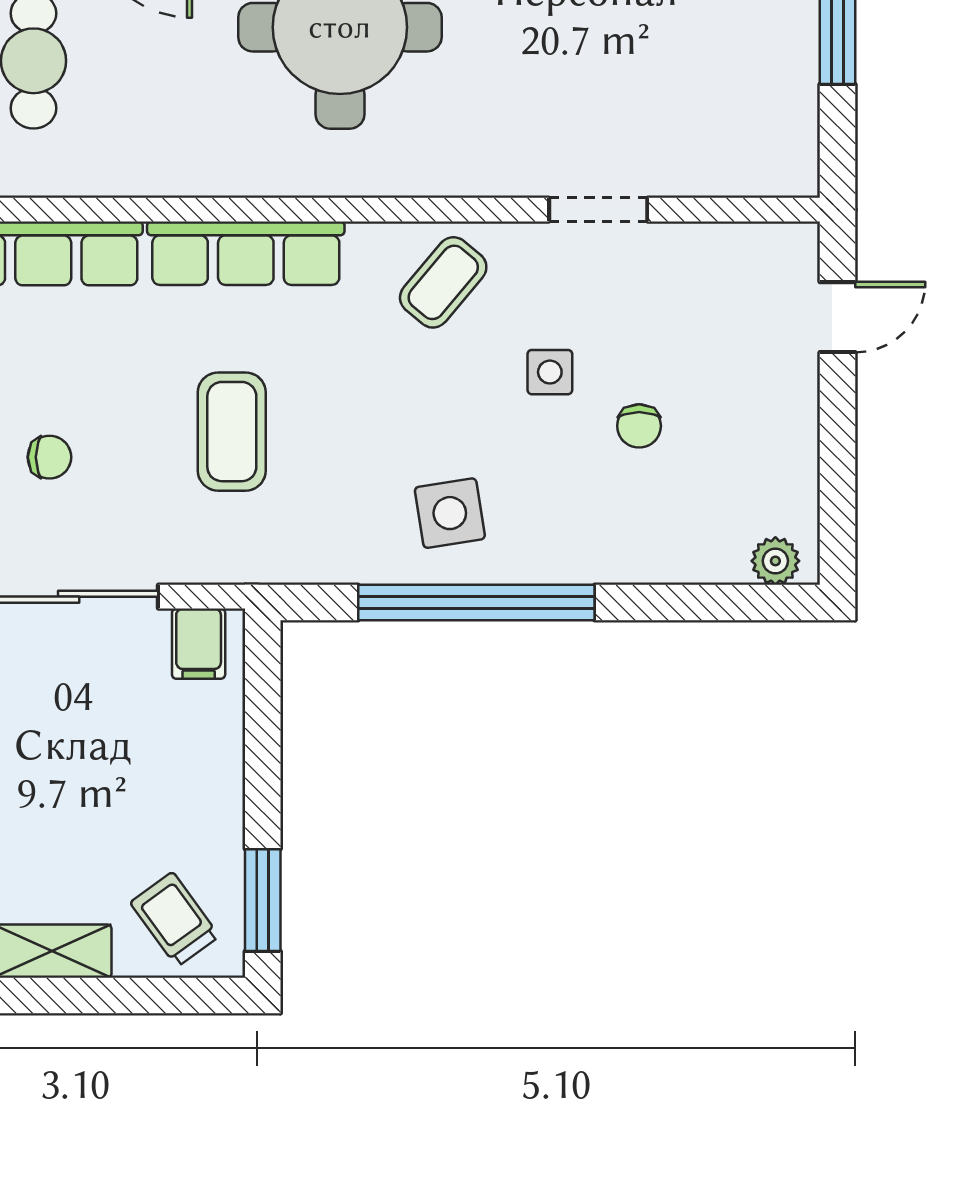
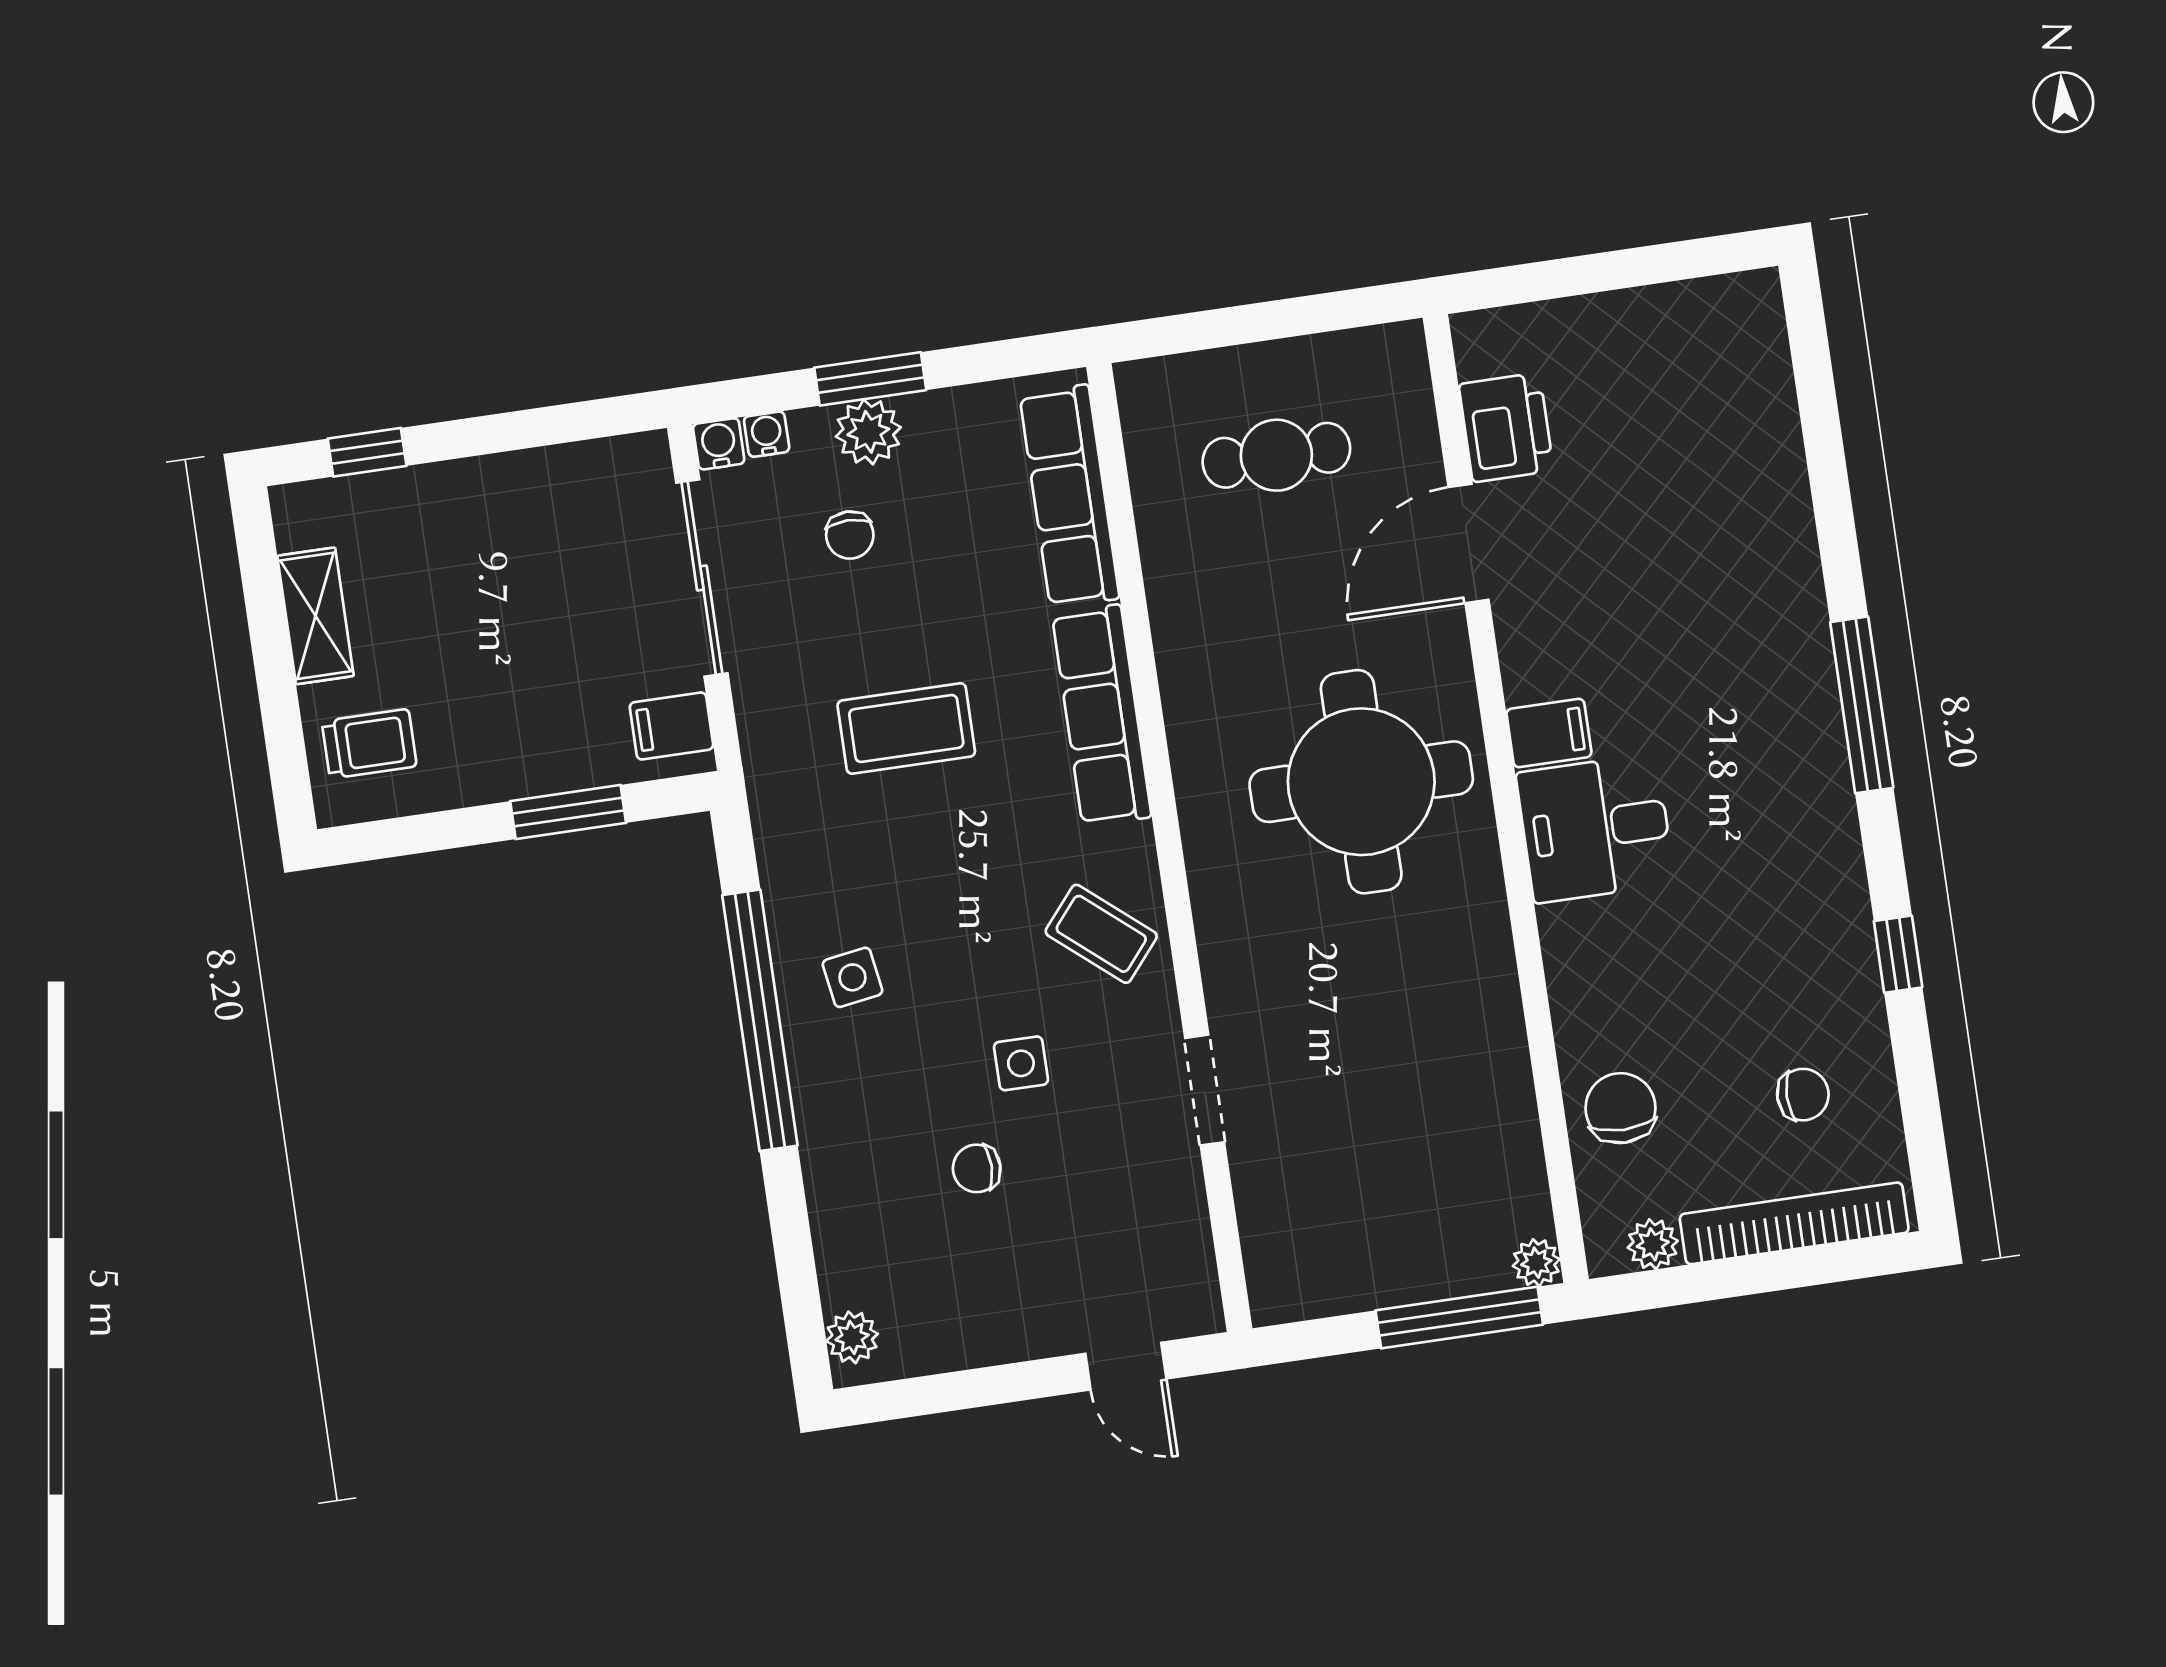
side table: (450, 513) -> (852, 977), width x0.73, depth x0.73
window: (263, 900) -> (568, 812), moved
trolley: (175, 919) -> (369, 744), turned 36

